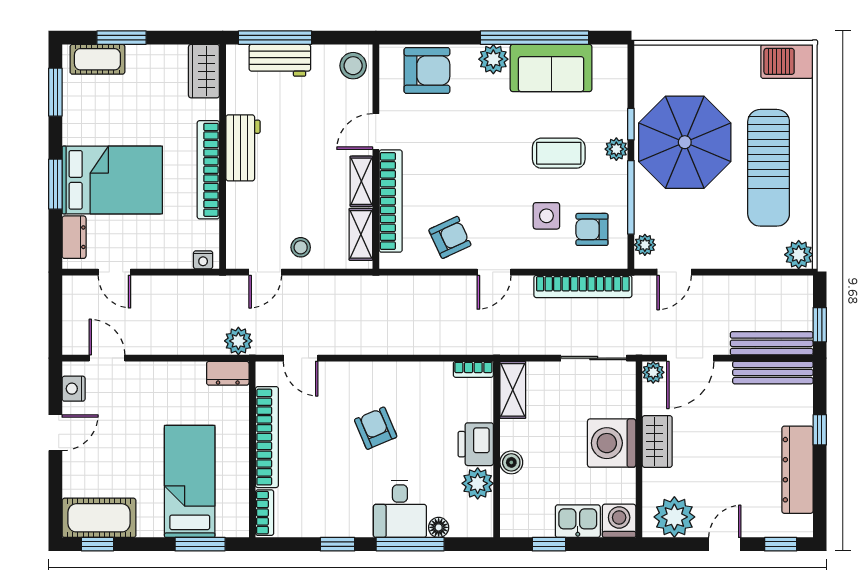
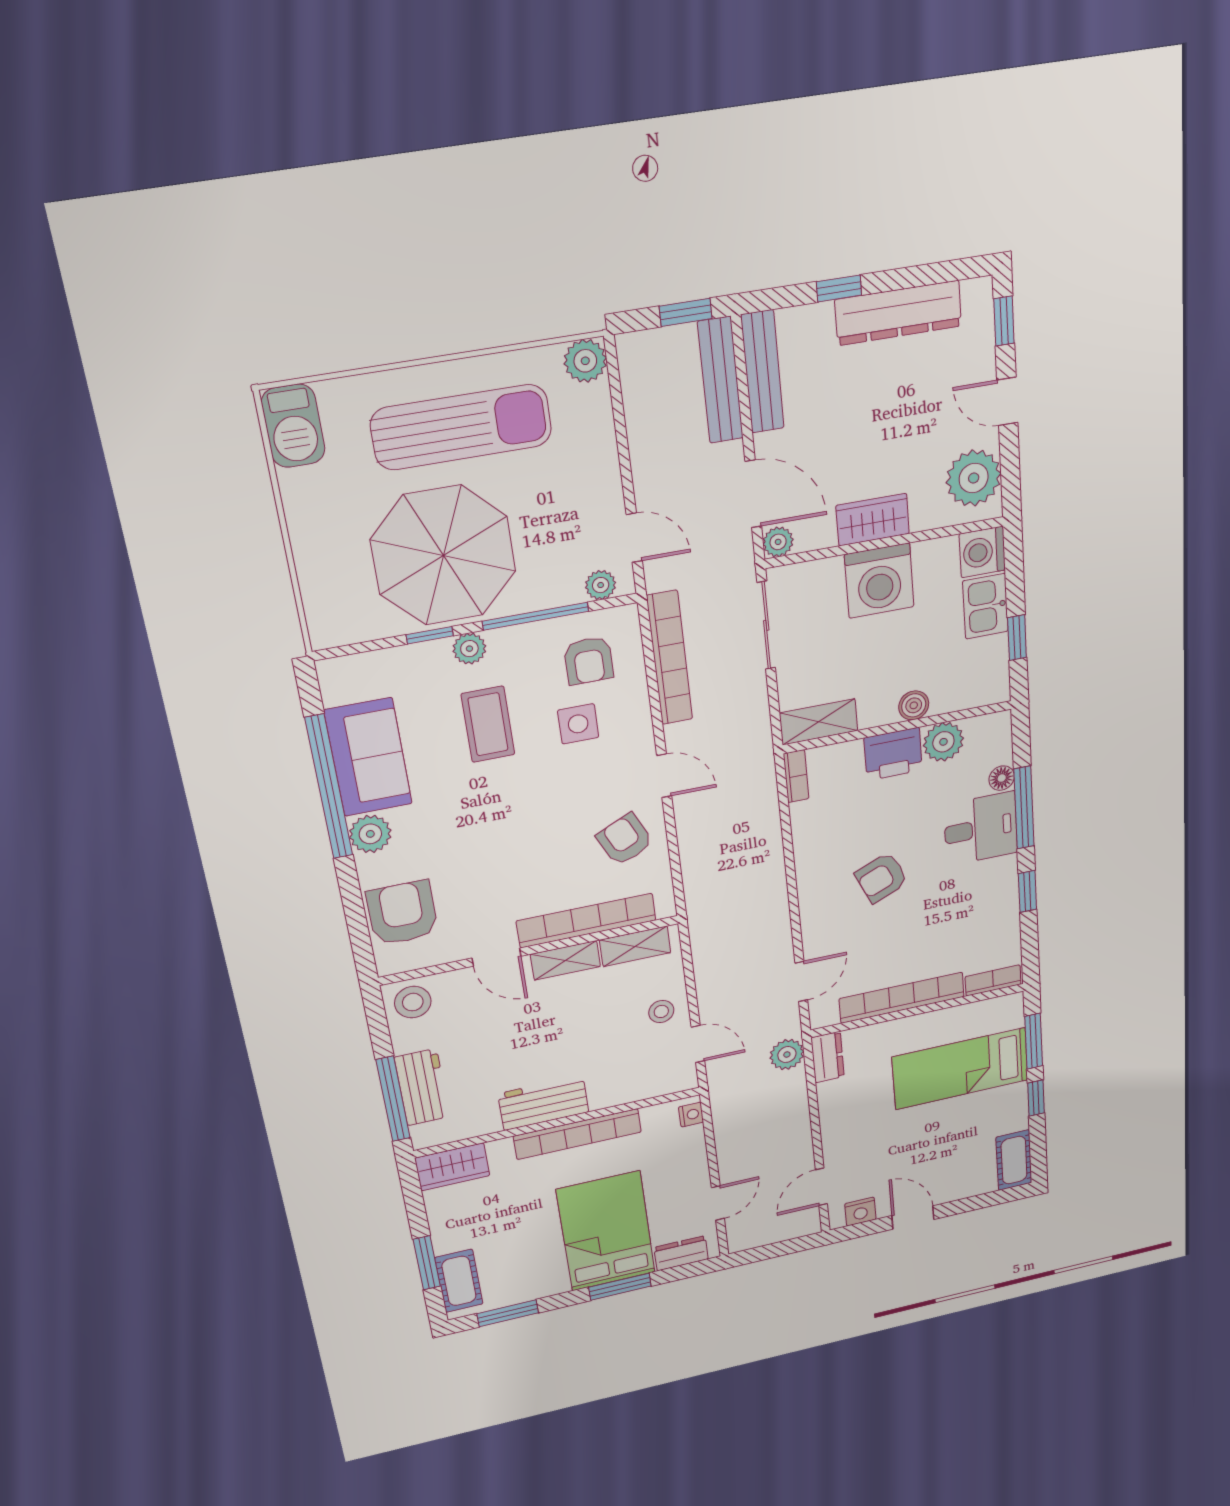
cot: (99, 518) -> (1014, 1160), width x0.73, depth x0.75
window: (97, 544) -> (1036, 1098), moved

